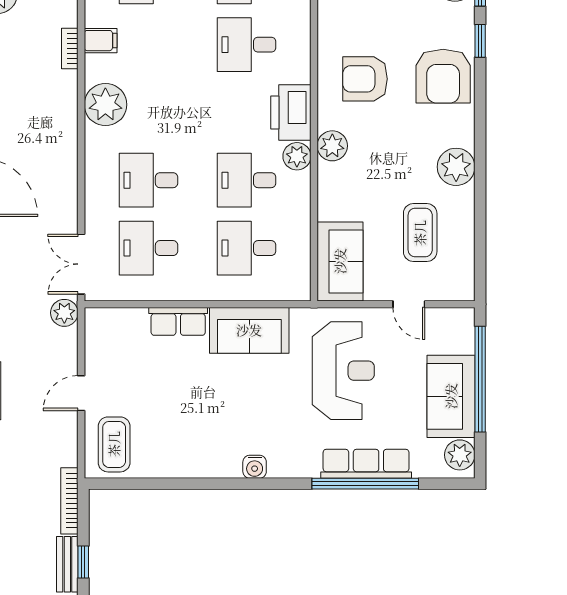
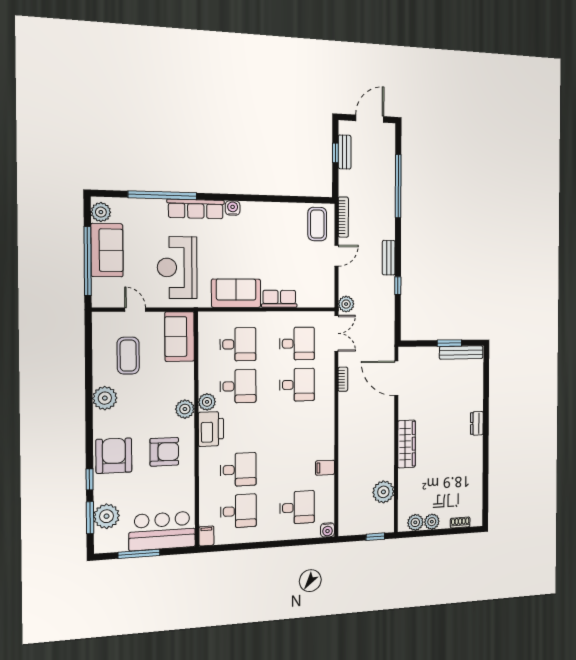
bookcase: (70, 49) -> (343, 379), moved
plant: (105, 105) -> (322, 430), removed
row of seats: (366, 464) -> (196, 209), moved
bookcase: (69, 501) -> (343, 217), moved

